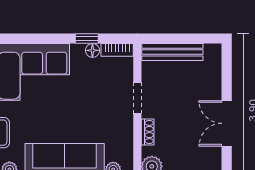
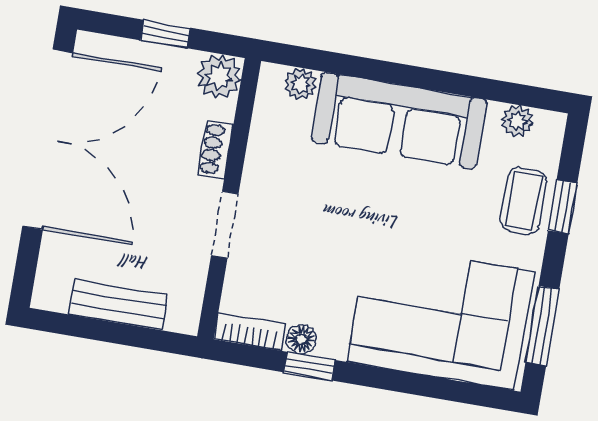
bench: (172, 52) -> (118, 305), width x0.73
double door: (227, 123) -> (48, 139), width x1.87

